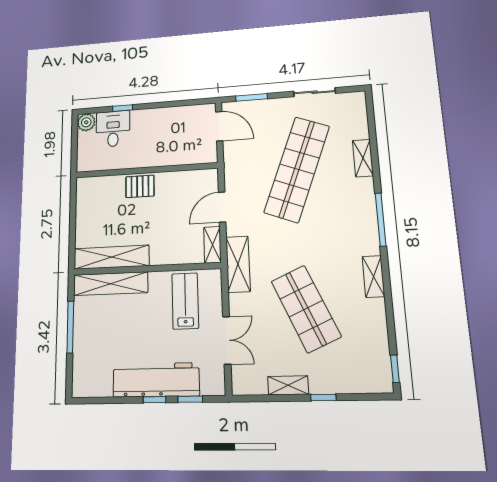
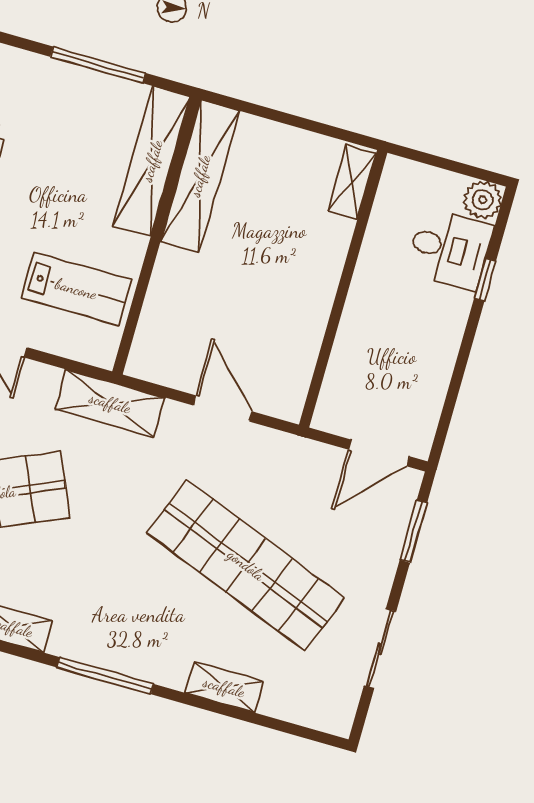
pallet: (140, 186) -> (316, 268), removed
shelving: (212, 245) -> (352, 182), moved, turned 90

